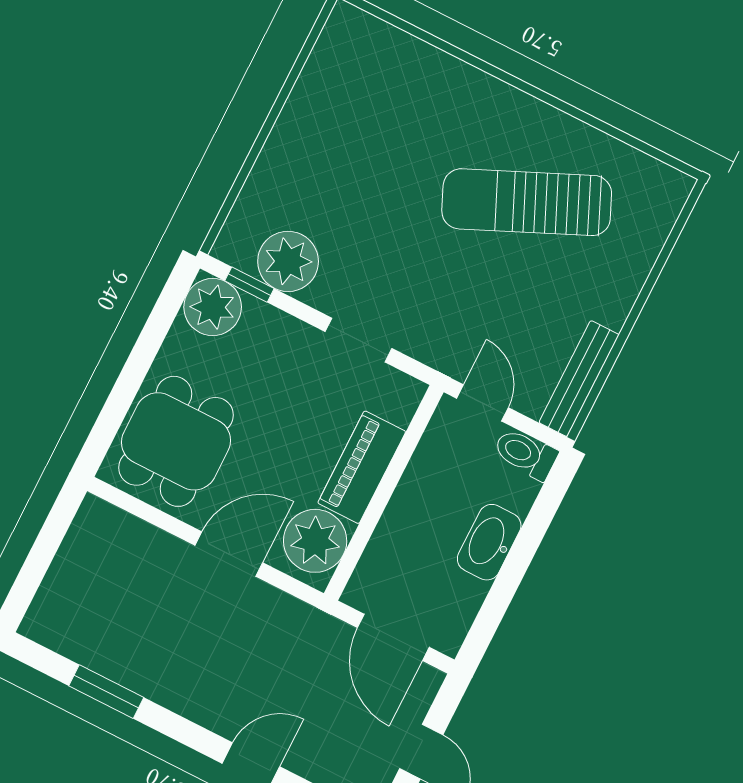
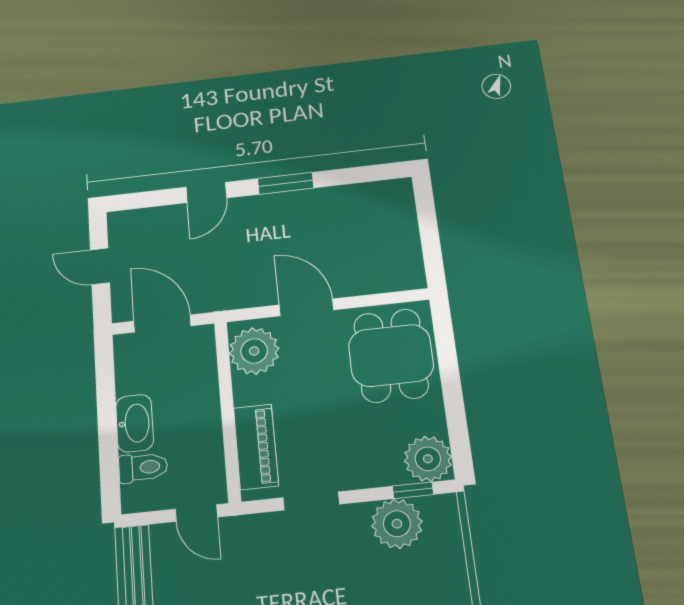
toilet: (526, 454) -> (143, 467), moved
piano: (362, 467) -> (256, 447), moved
door: (229, 554) -> (306, 307), swing flipped
window: (106, 692) -> (286, 183), moved

